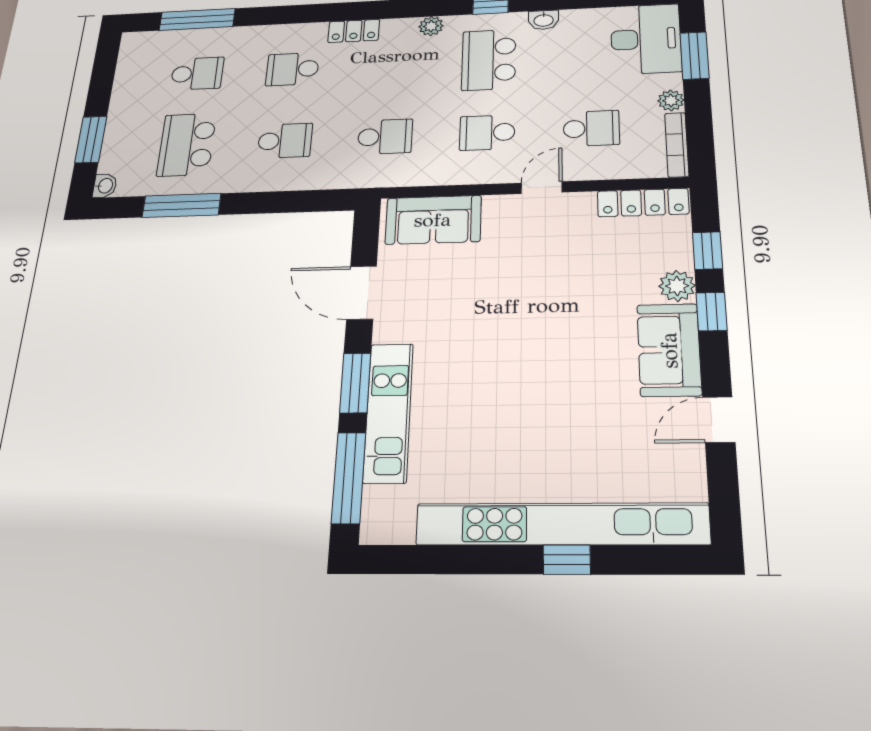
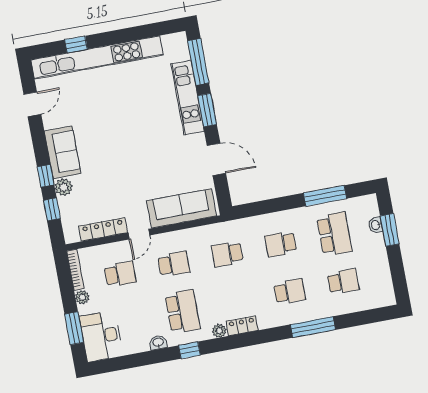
window: (197, 19) -> (313, 327), moved
locker: (354, 31) -> (242, 326), moved
school desk: (197, 74) -> (343, 281), turned 180
school desk: (591, 128) -> (120, 274), turned 180
washbasin: (105, 186) -> (376, 225), moved
locker: (643, 203) -> (103, 229), moved
sofa: (433, 220) -> (181, 208), width x1.36
door: (719, 420) -> (32, 104), moved
window: (567, 560) -> (76, 44), moved

